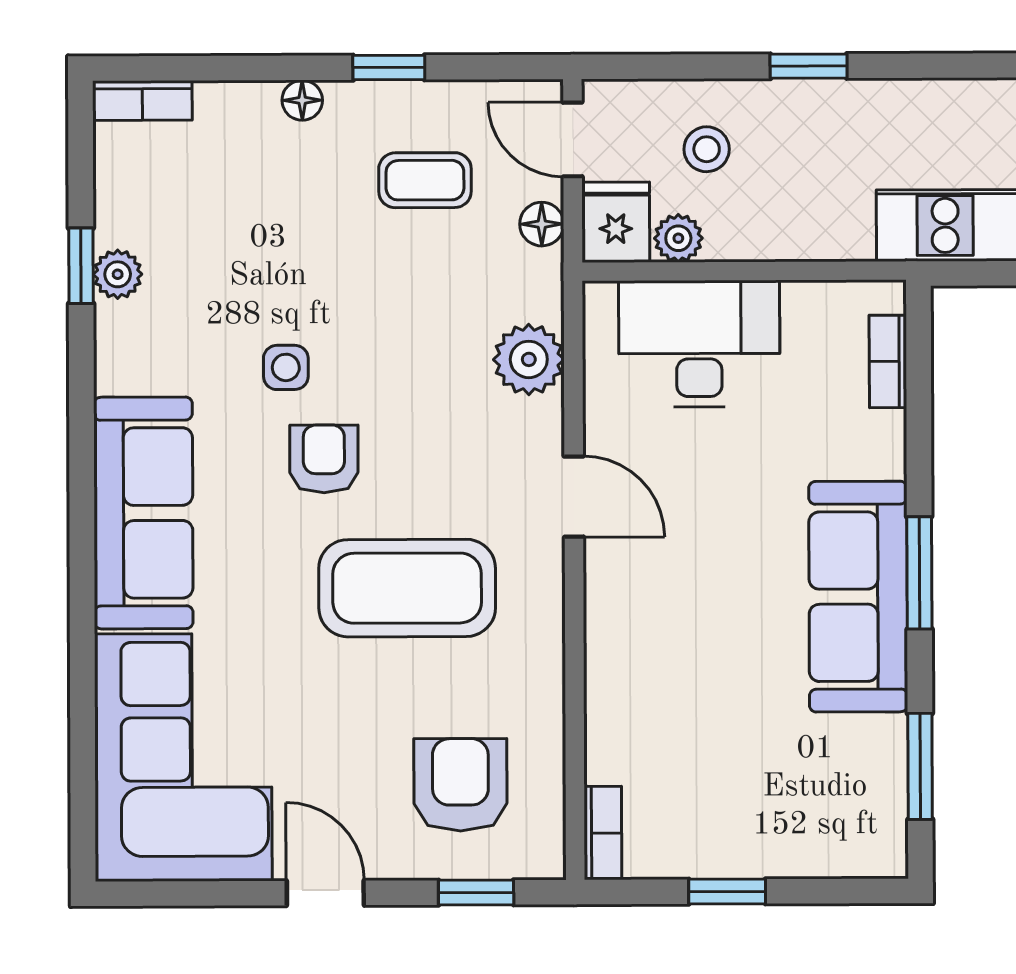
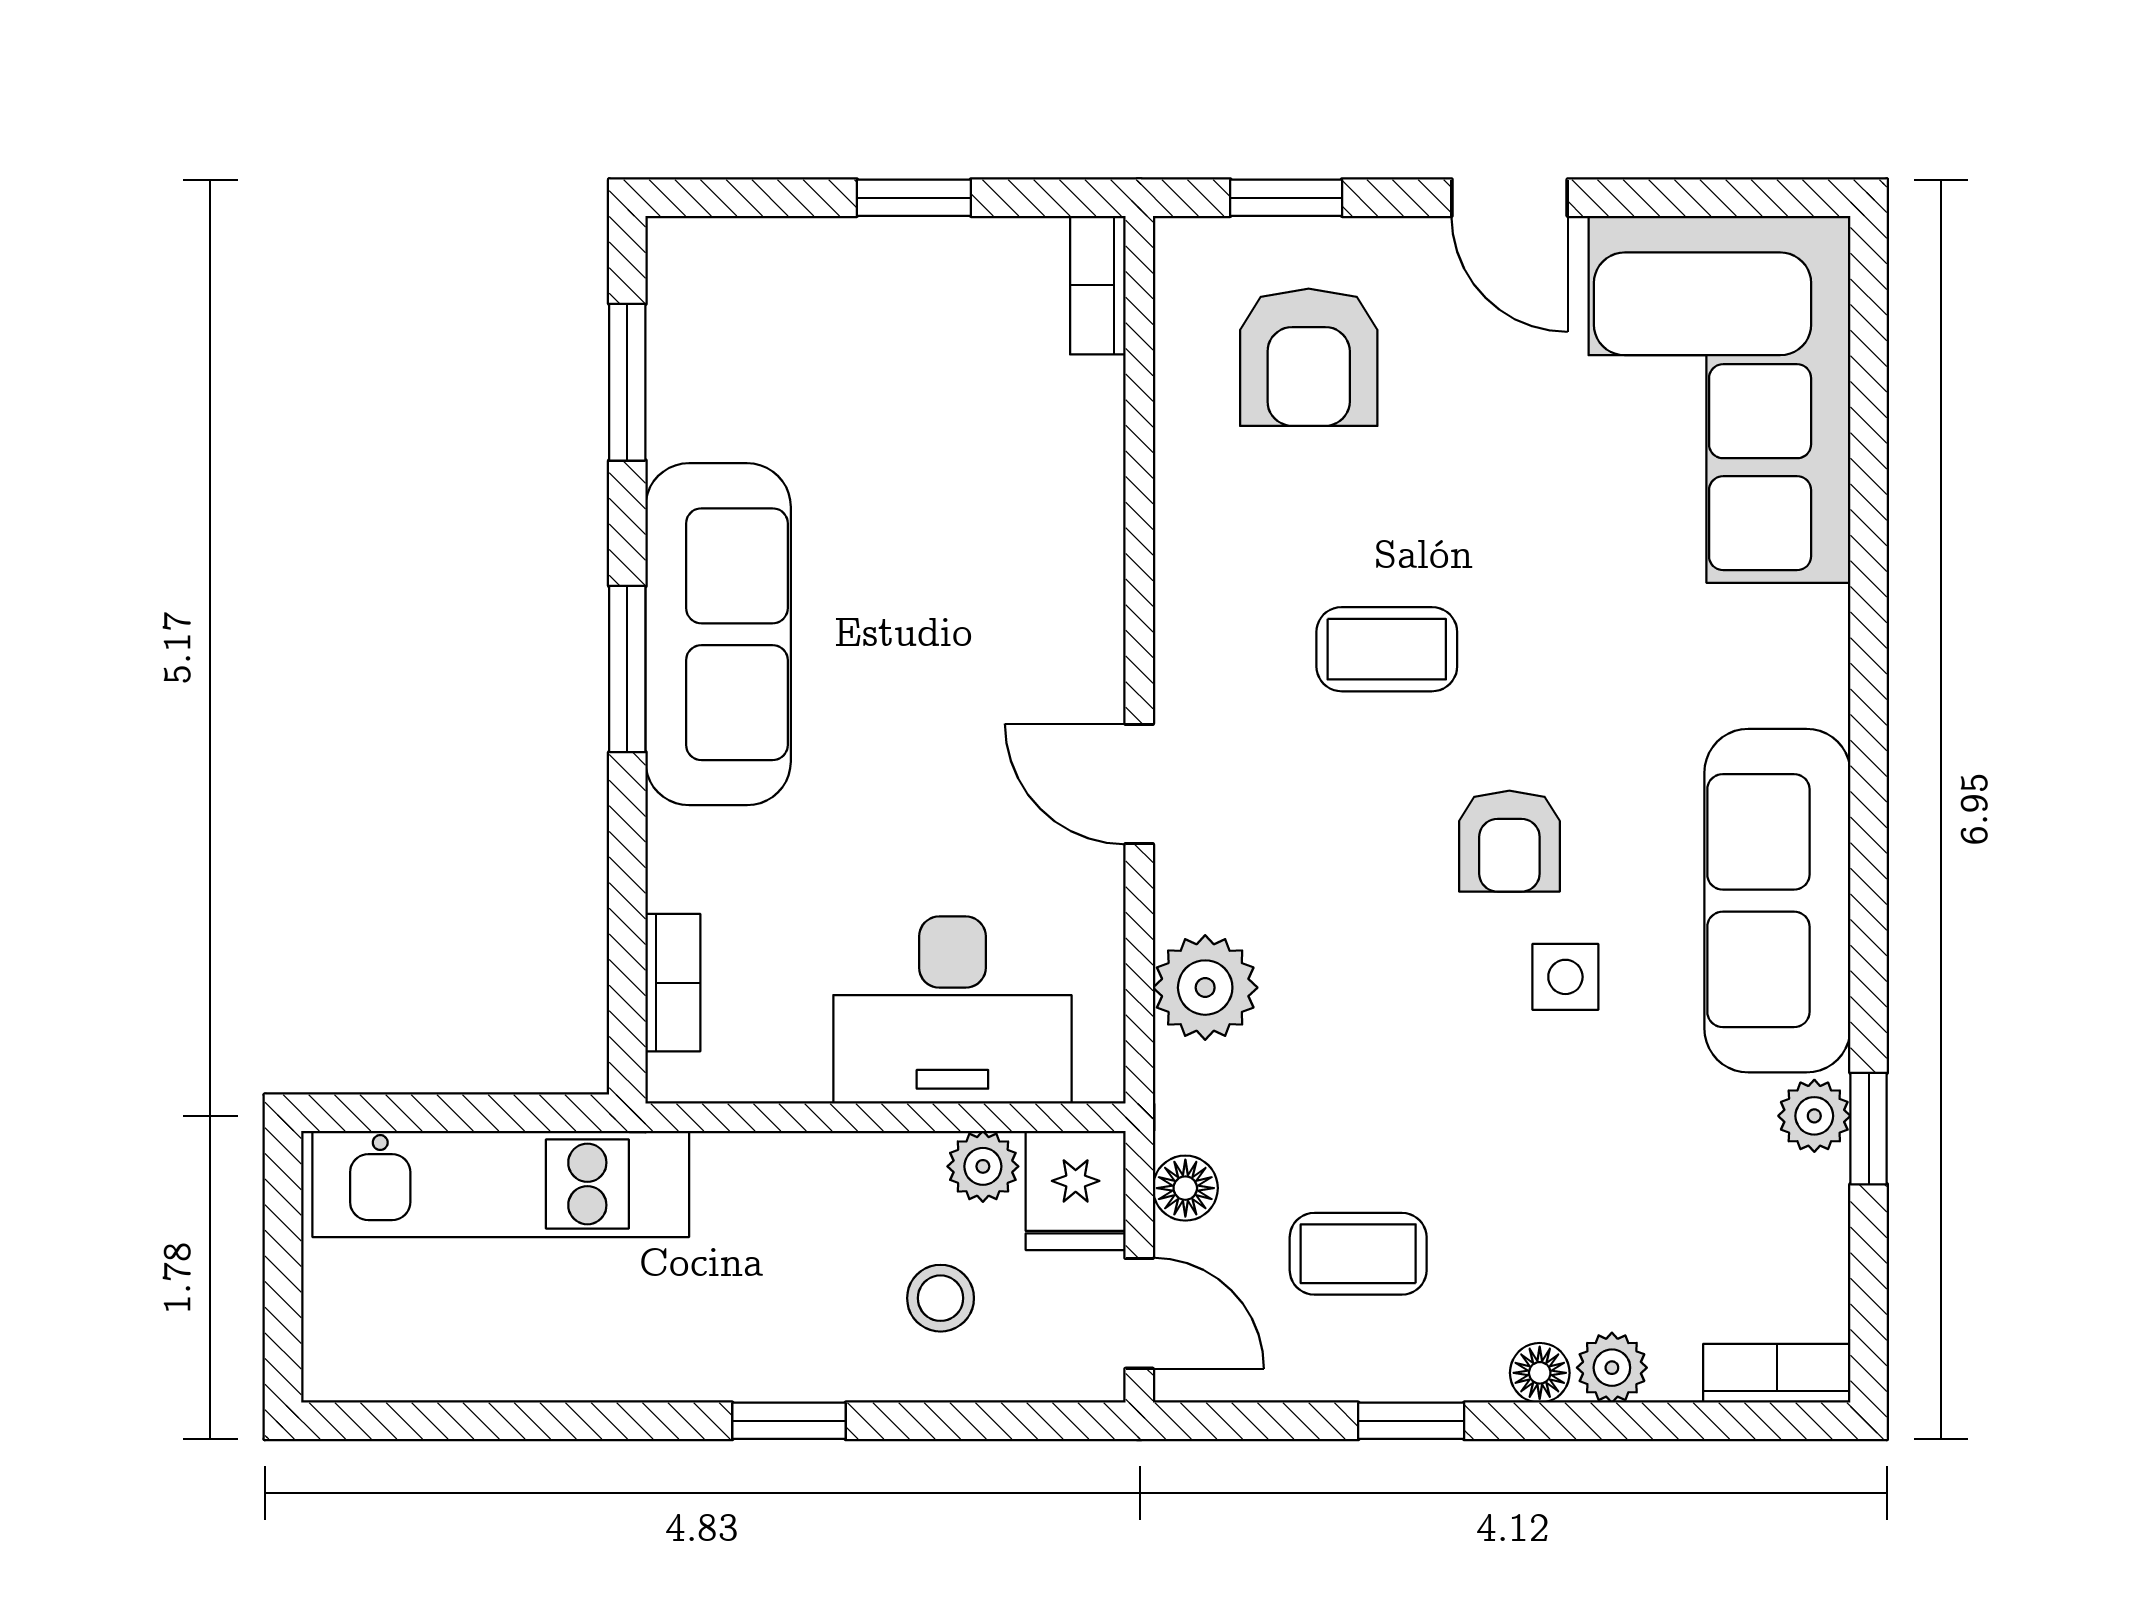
plant: (254, 104) -> (1612, 1368), added
sofa: (143, 513) -> (1777, 901), moved
coffee table: (407, 588) -> (1387, 649), width x0.54, depth x0.58

